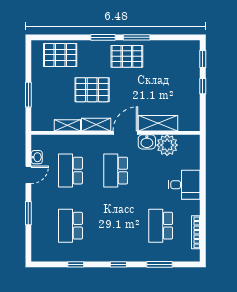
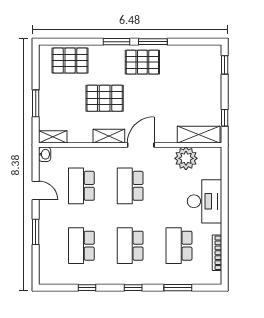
window: (203, 86) -> (225, 118), moved
shelving: (158, 123) -> (199, 135), moved
shelving: (67, 125) -> (53, 137), moved
washbasin: (147, 142) -> (164, 155), removed
washbasin: (37, 157) -> (45, 154), moved
door: (28, 175) -> (36, 190), hinge flipped
desk: (184, 185) -> (205, 201), width x1.37
school desk: (116, 226) -> (130, 246), added

